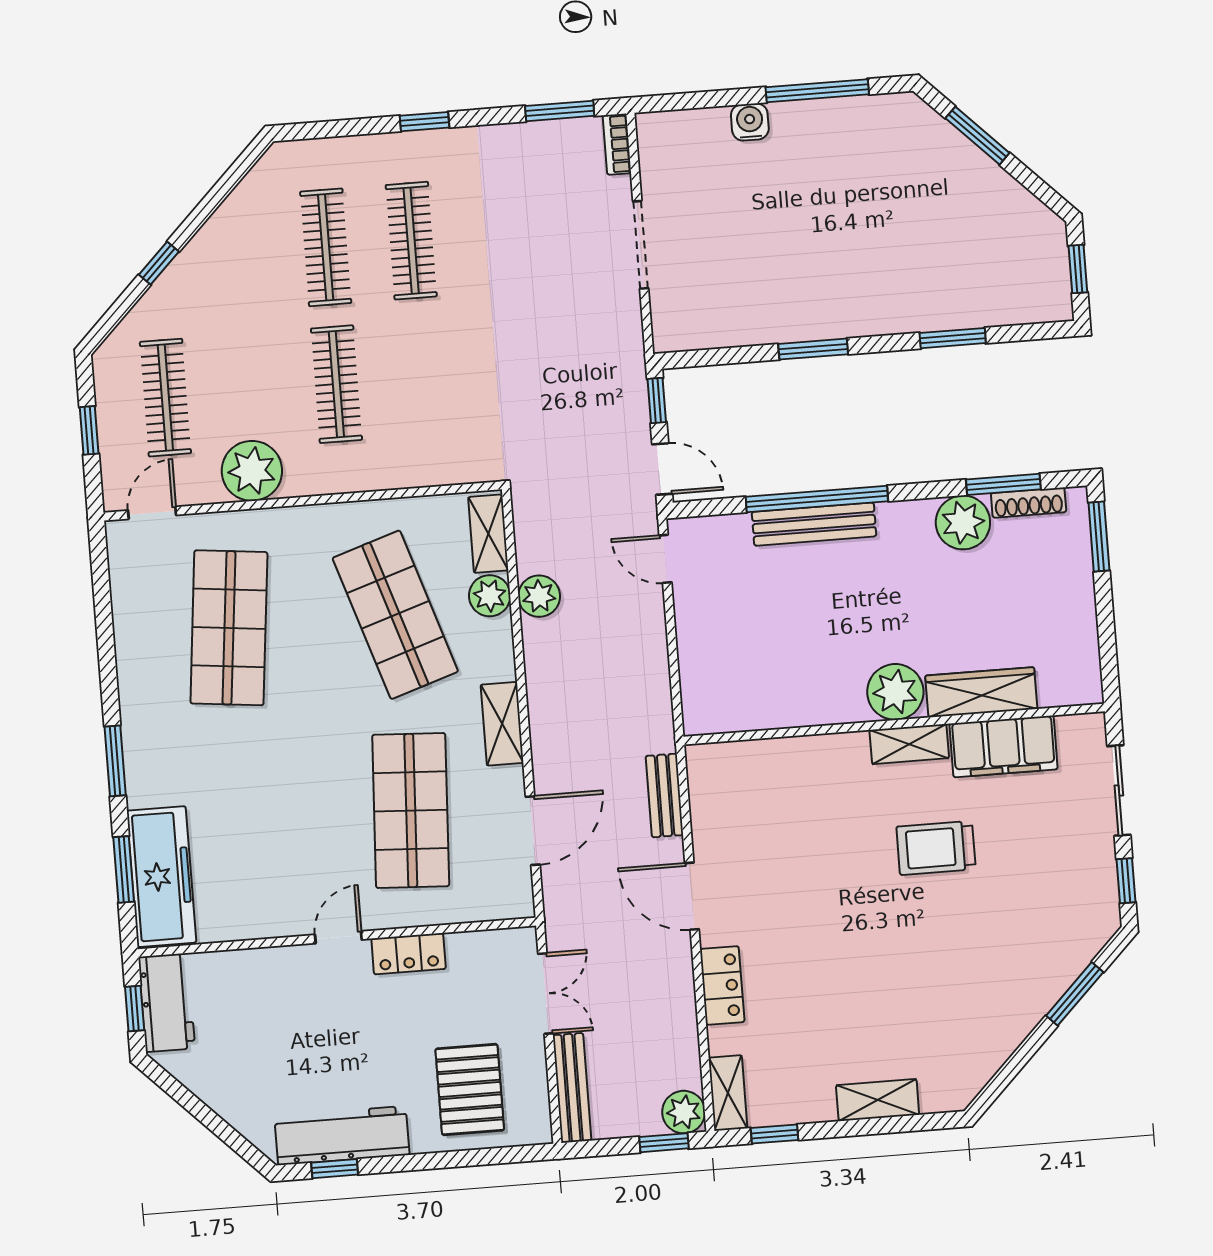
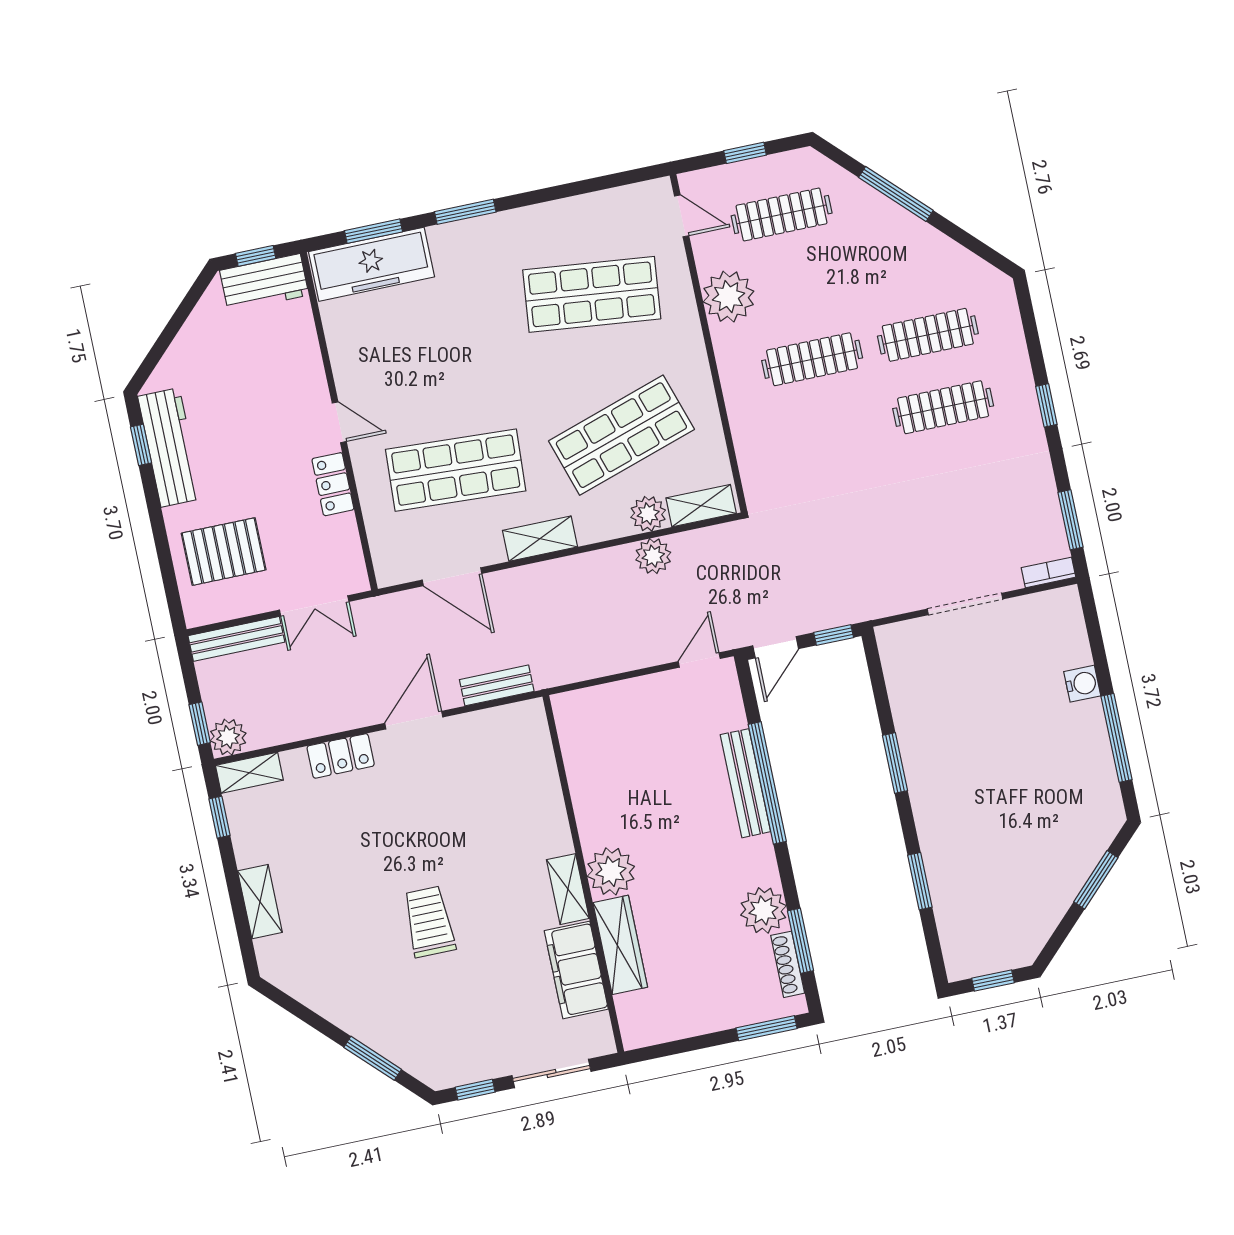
window: (159, 263) -> (896, 194), width x2.17
trolley: (936, 848) -> (429, 922), moved

